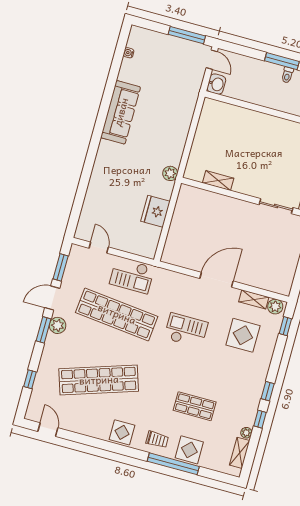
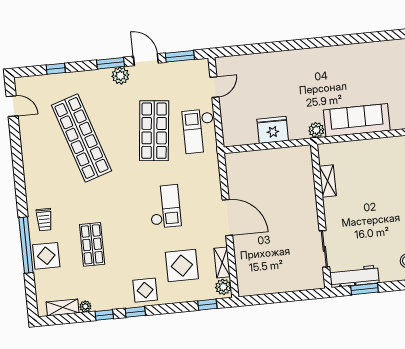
sofa: (121, 112) -> (357, 120), moved, turned 180
shop shelf: (117, 314) -> (154, 131), width x0.71
door: (48, 430) -> (12, 106), hinge flipped
display table: (122, 432) -> (145, 290), moved

